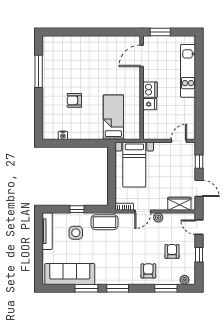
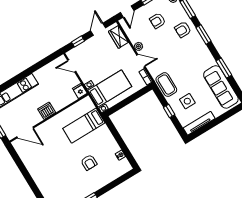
fridge: (150, 104) -> (80, 91), moved
window: (118, 288) -> (203, 34), moved

